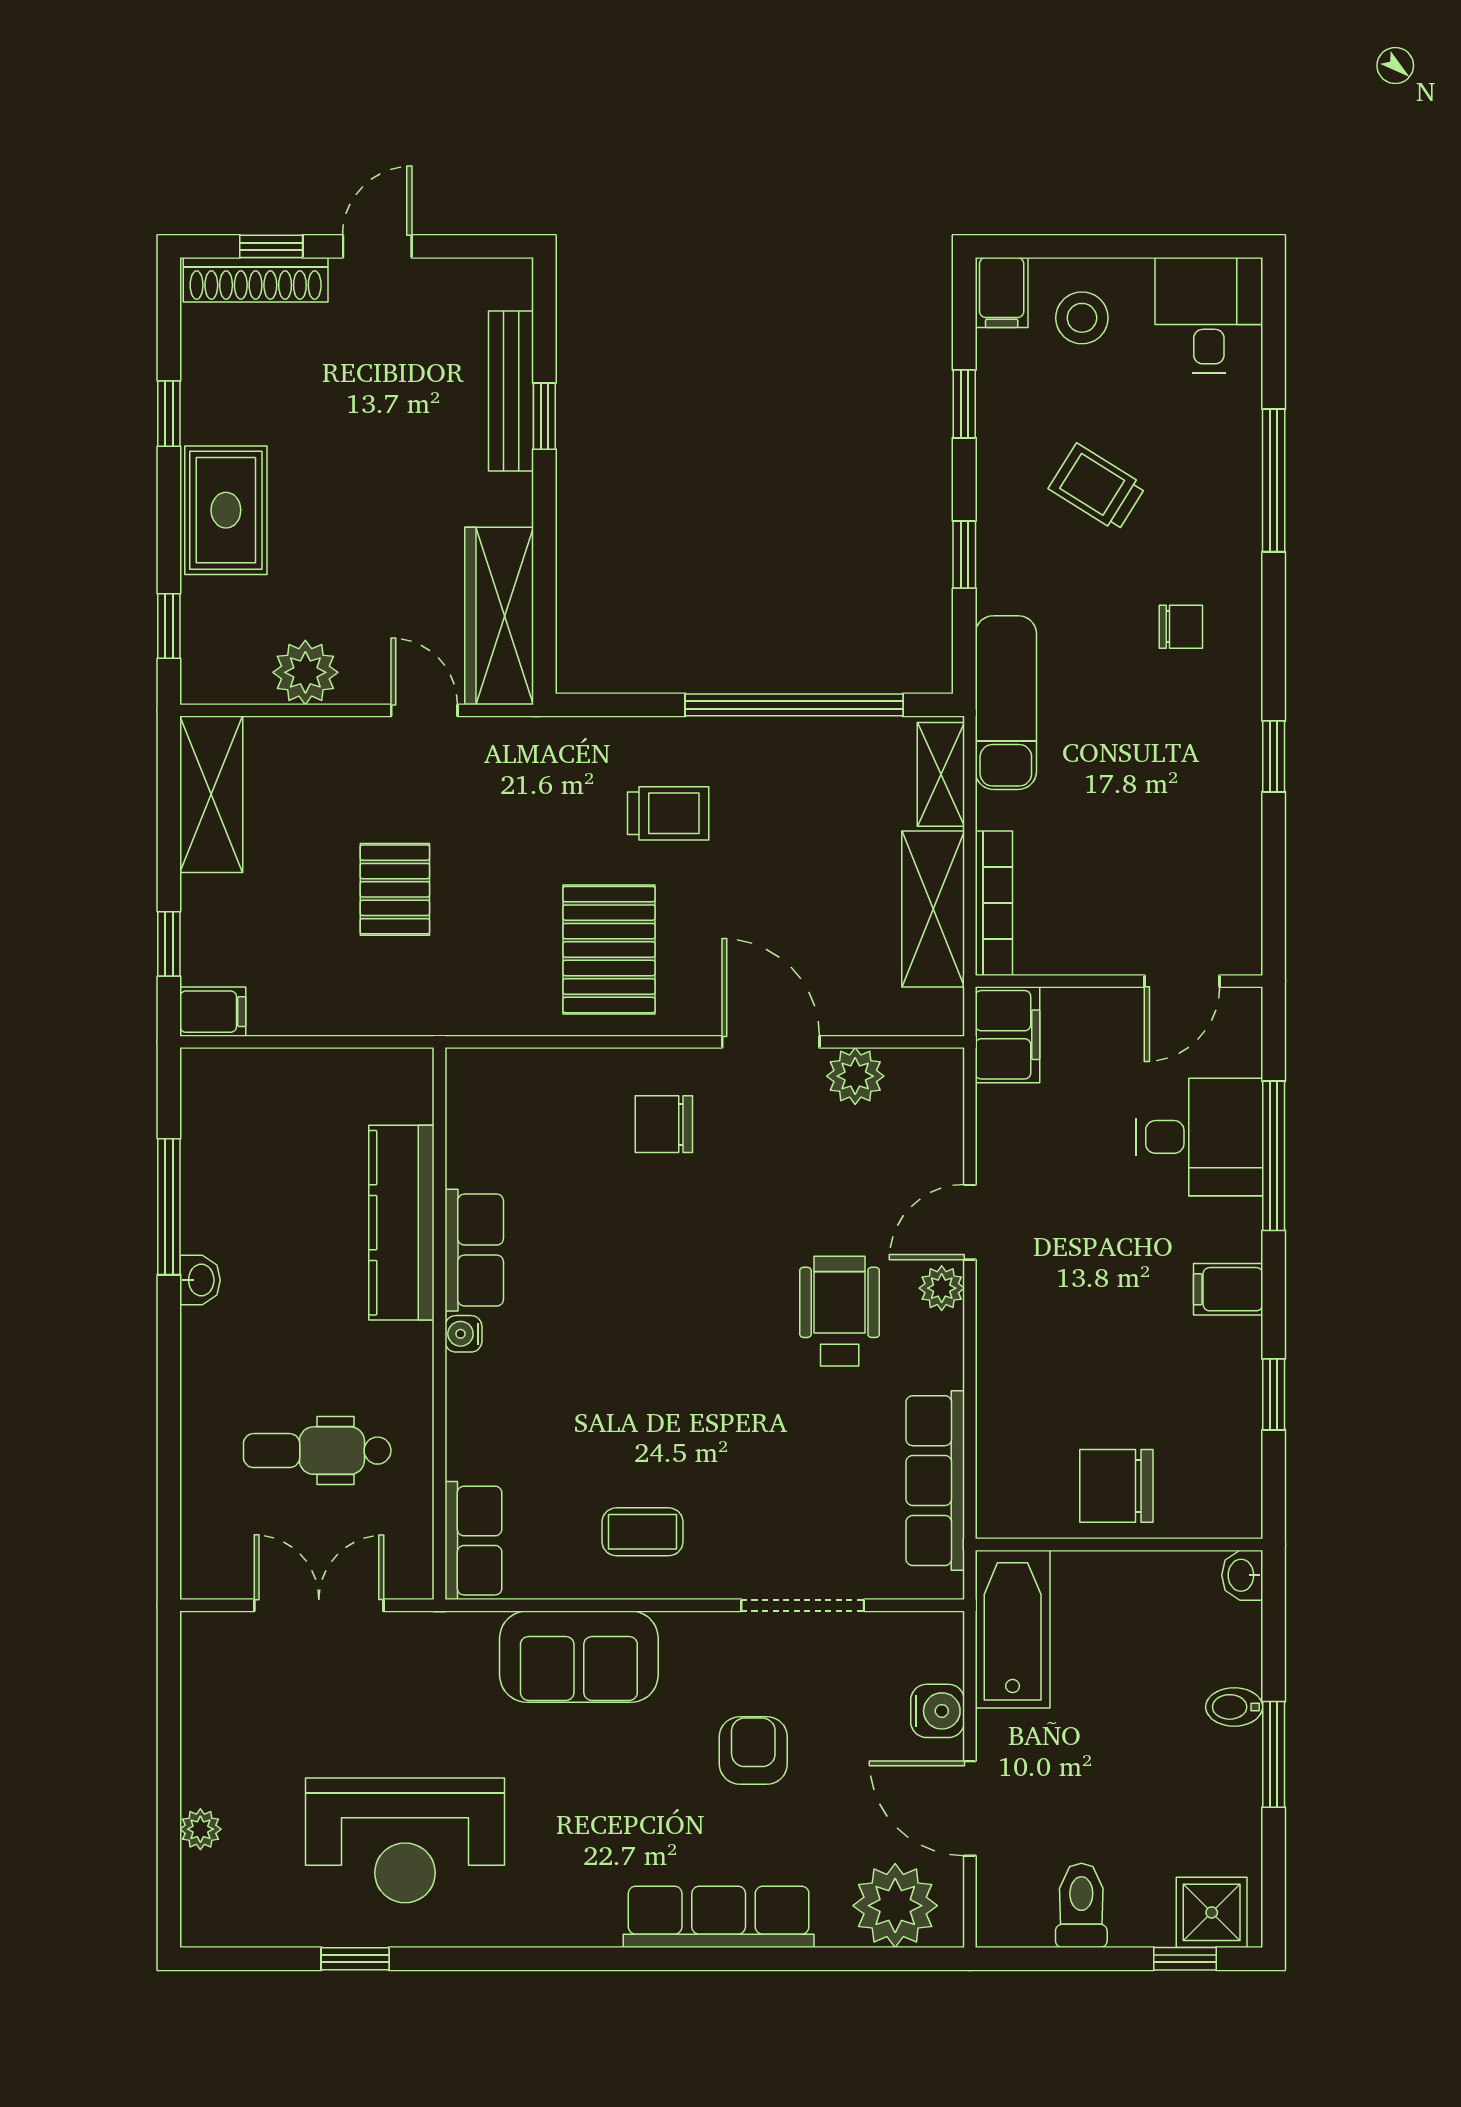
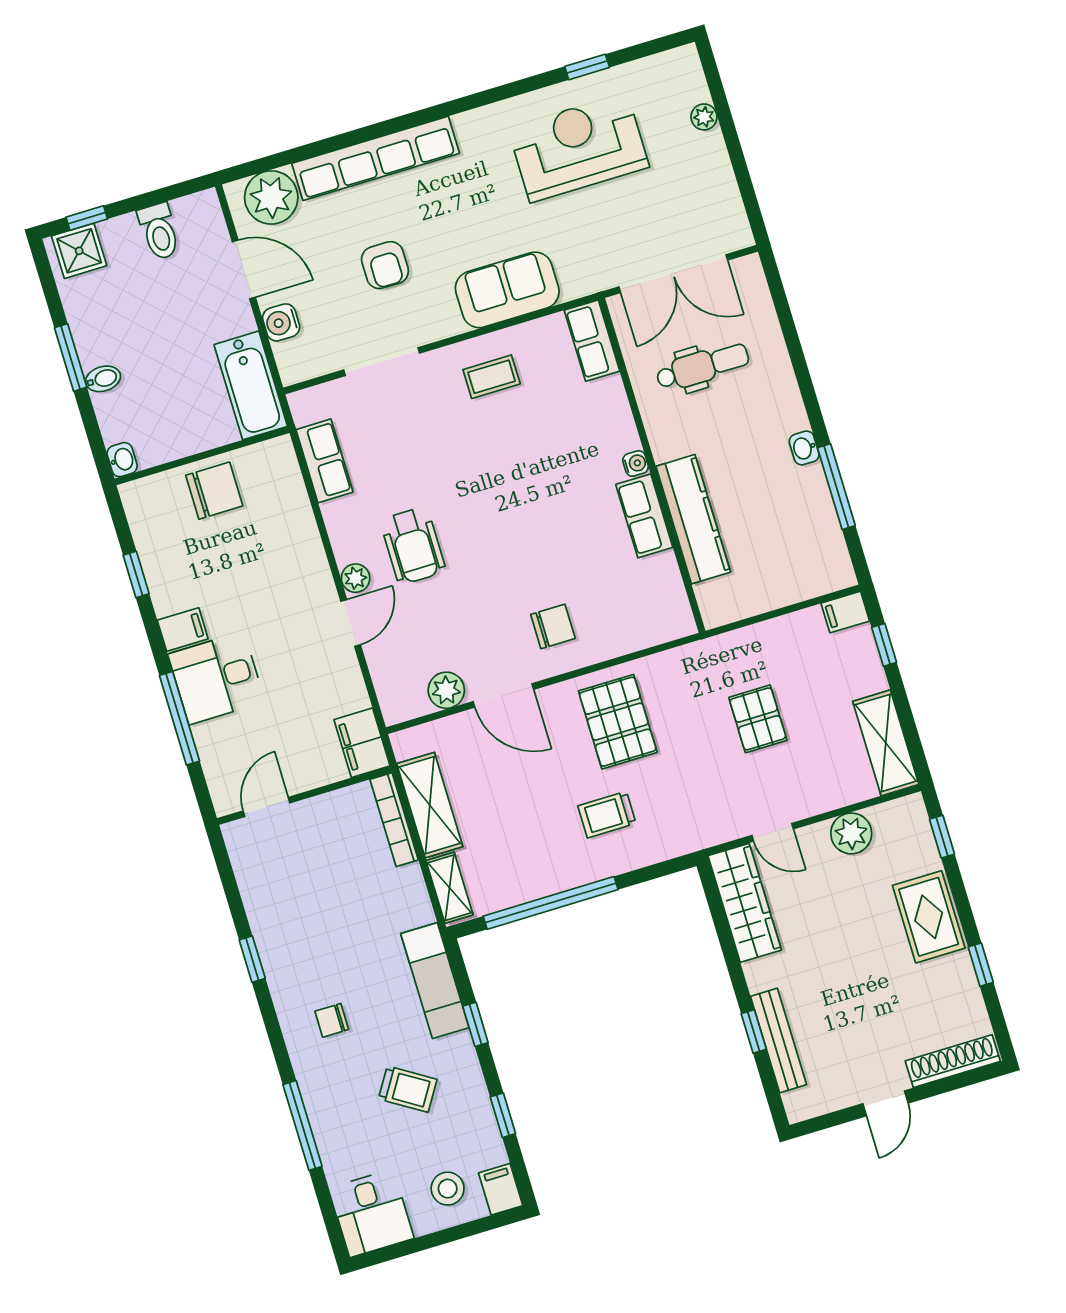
window: (271, 246) -> (949, 1084), removed
exam couch: (1006, 703) -> (435, 981), moved
desk: (1199, 1137) -> (216, 678), moved
row of seats: (935, 1481) -> (324, 461), width x0.68
double door: (319, 1605) -> (673, 274), width x1.37
row of seats: (719, 1917) -> (376, 158), width x1.36

